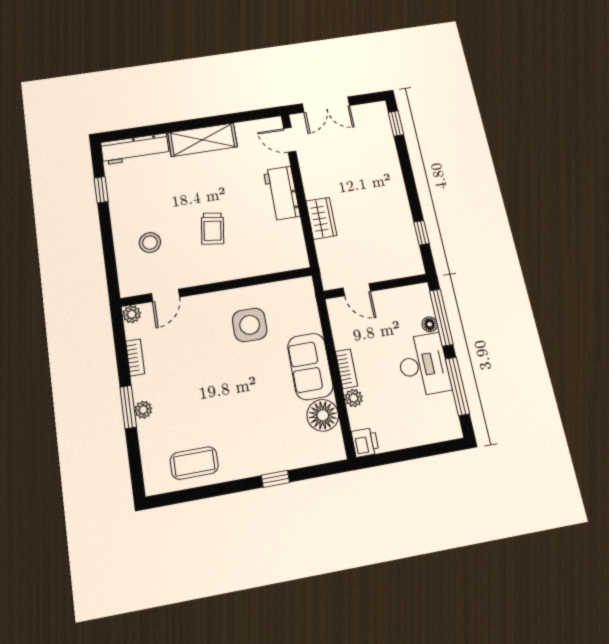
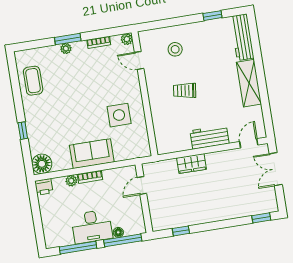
floor lamp: (323, 415) -> (42, 164), moved

